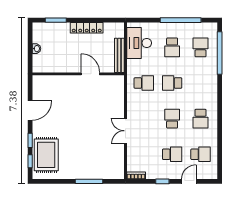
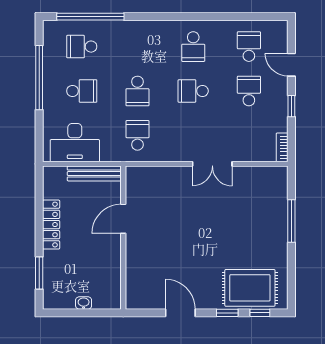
school desk: (200, 119) -> (193, 47), turned 90

